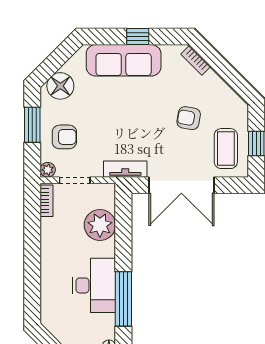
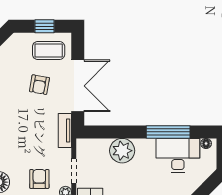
armchair: (189, 118) -> (39, 85), moved
plant: (100, 225) -> (122, 151), moved
desk: (94, 285) -> (178, 155), moved

